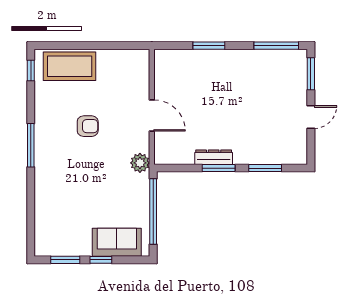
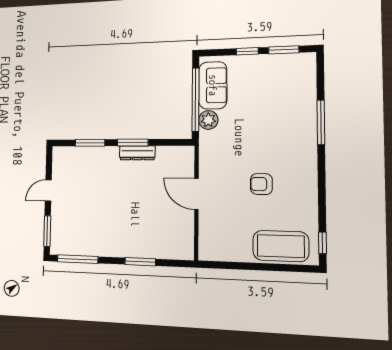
window: (31, 145) -> (321, 122), moved
plant: (140, 163) -> (208, 120), moved
sofa: (117, 242) -> (213, 85), moved, turned -90

